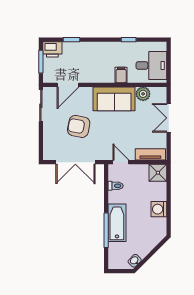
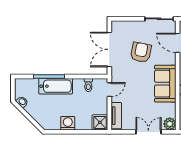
plant: (143, 94) -> (170, 124), moved

